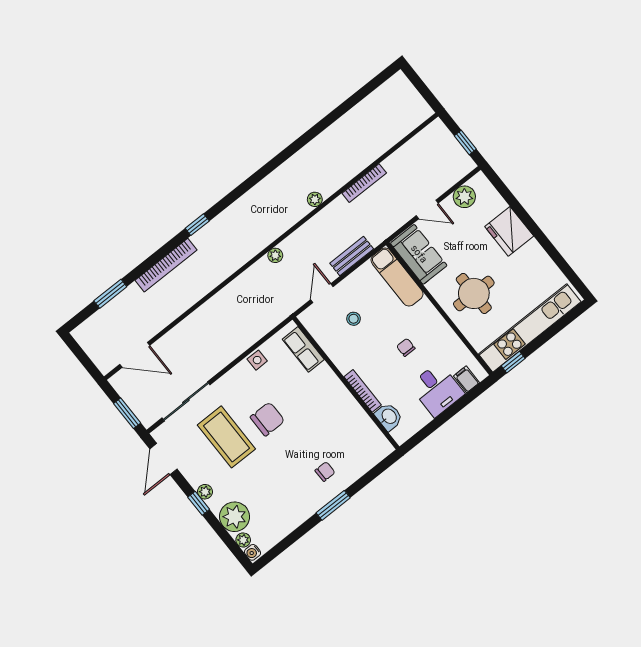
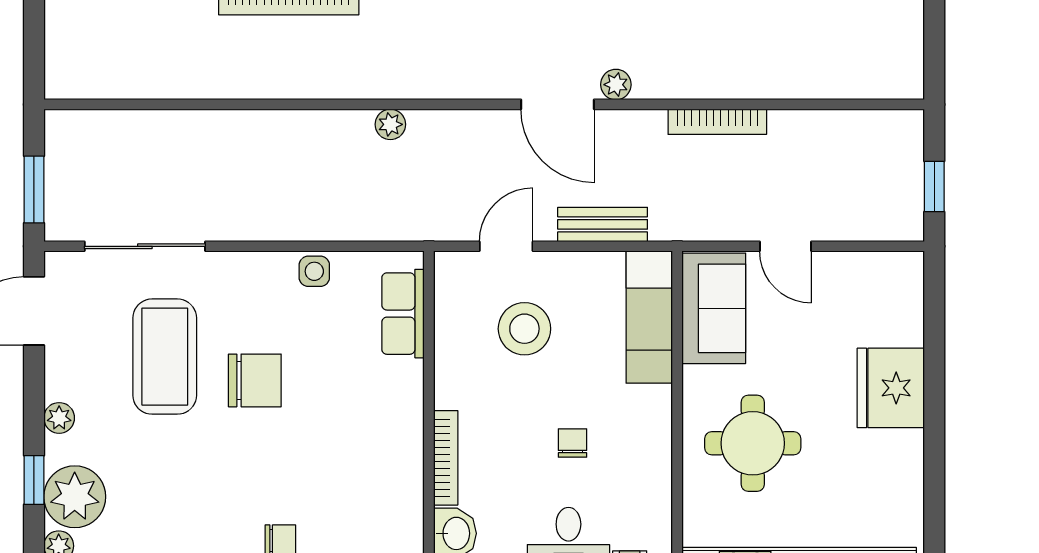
plant: (464, 197) -> (862, 274), removed
plant: (275, 255) -> (390, 124), moved
stool: (354, 319) -> (524, 329), width x1.89, depth x1.89
door: (135, 355) -> (558, 104), moved
window: (199, 503) -> (34, 480), moved

